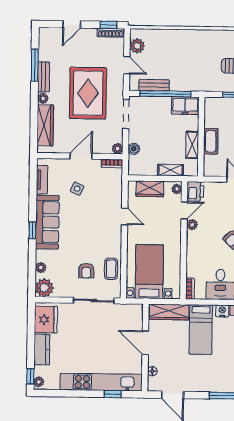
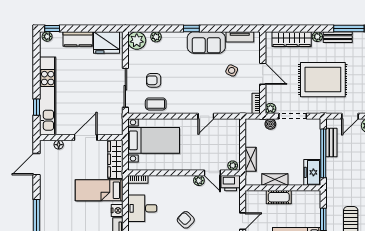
doorway: (126, 114) -> (293, 116), moved
wardrobe: (150, 189) -> (233, 140), removed
sofa: (47, 222) -> (206, 43), width x0.73

